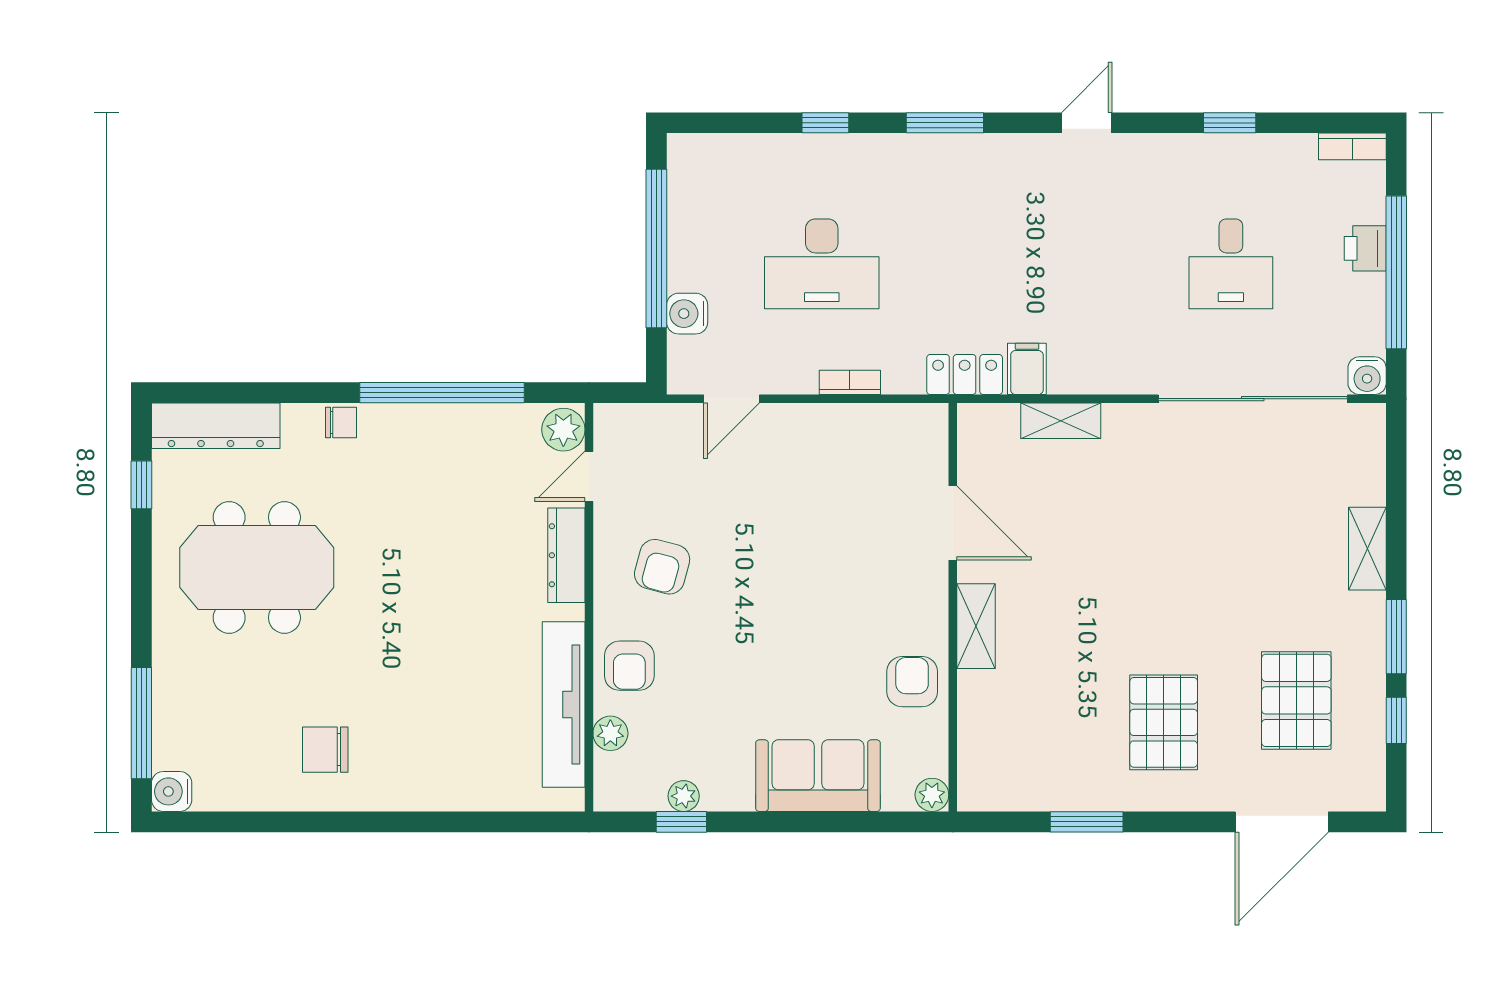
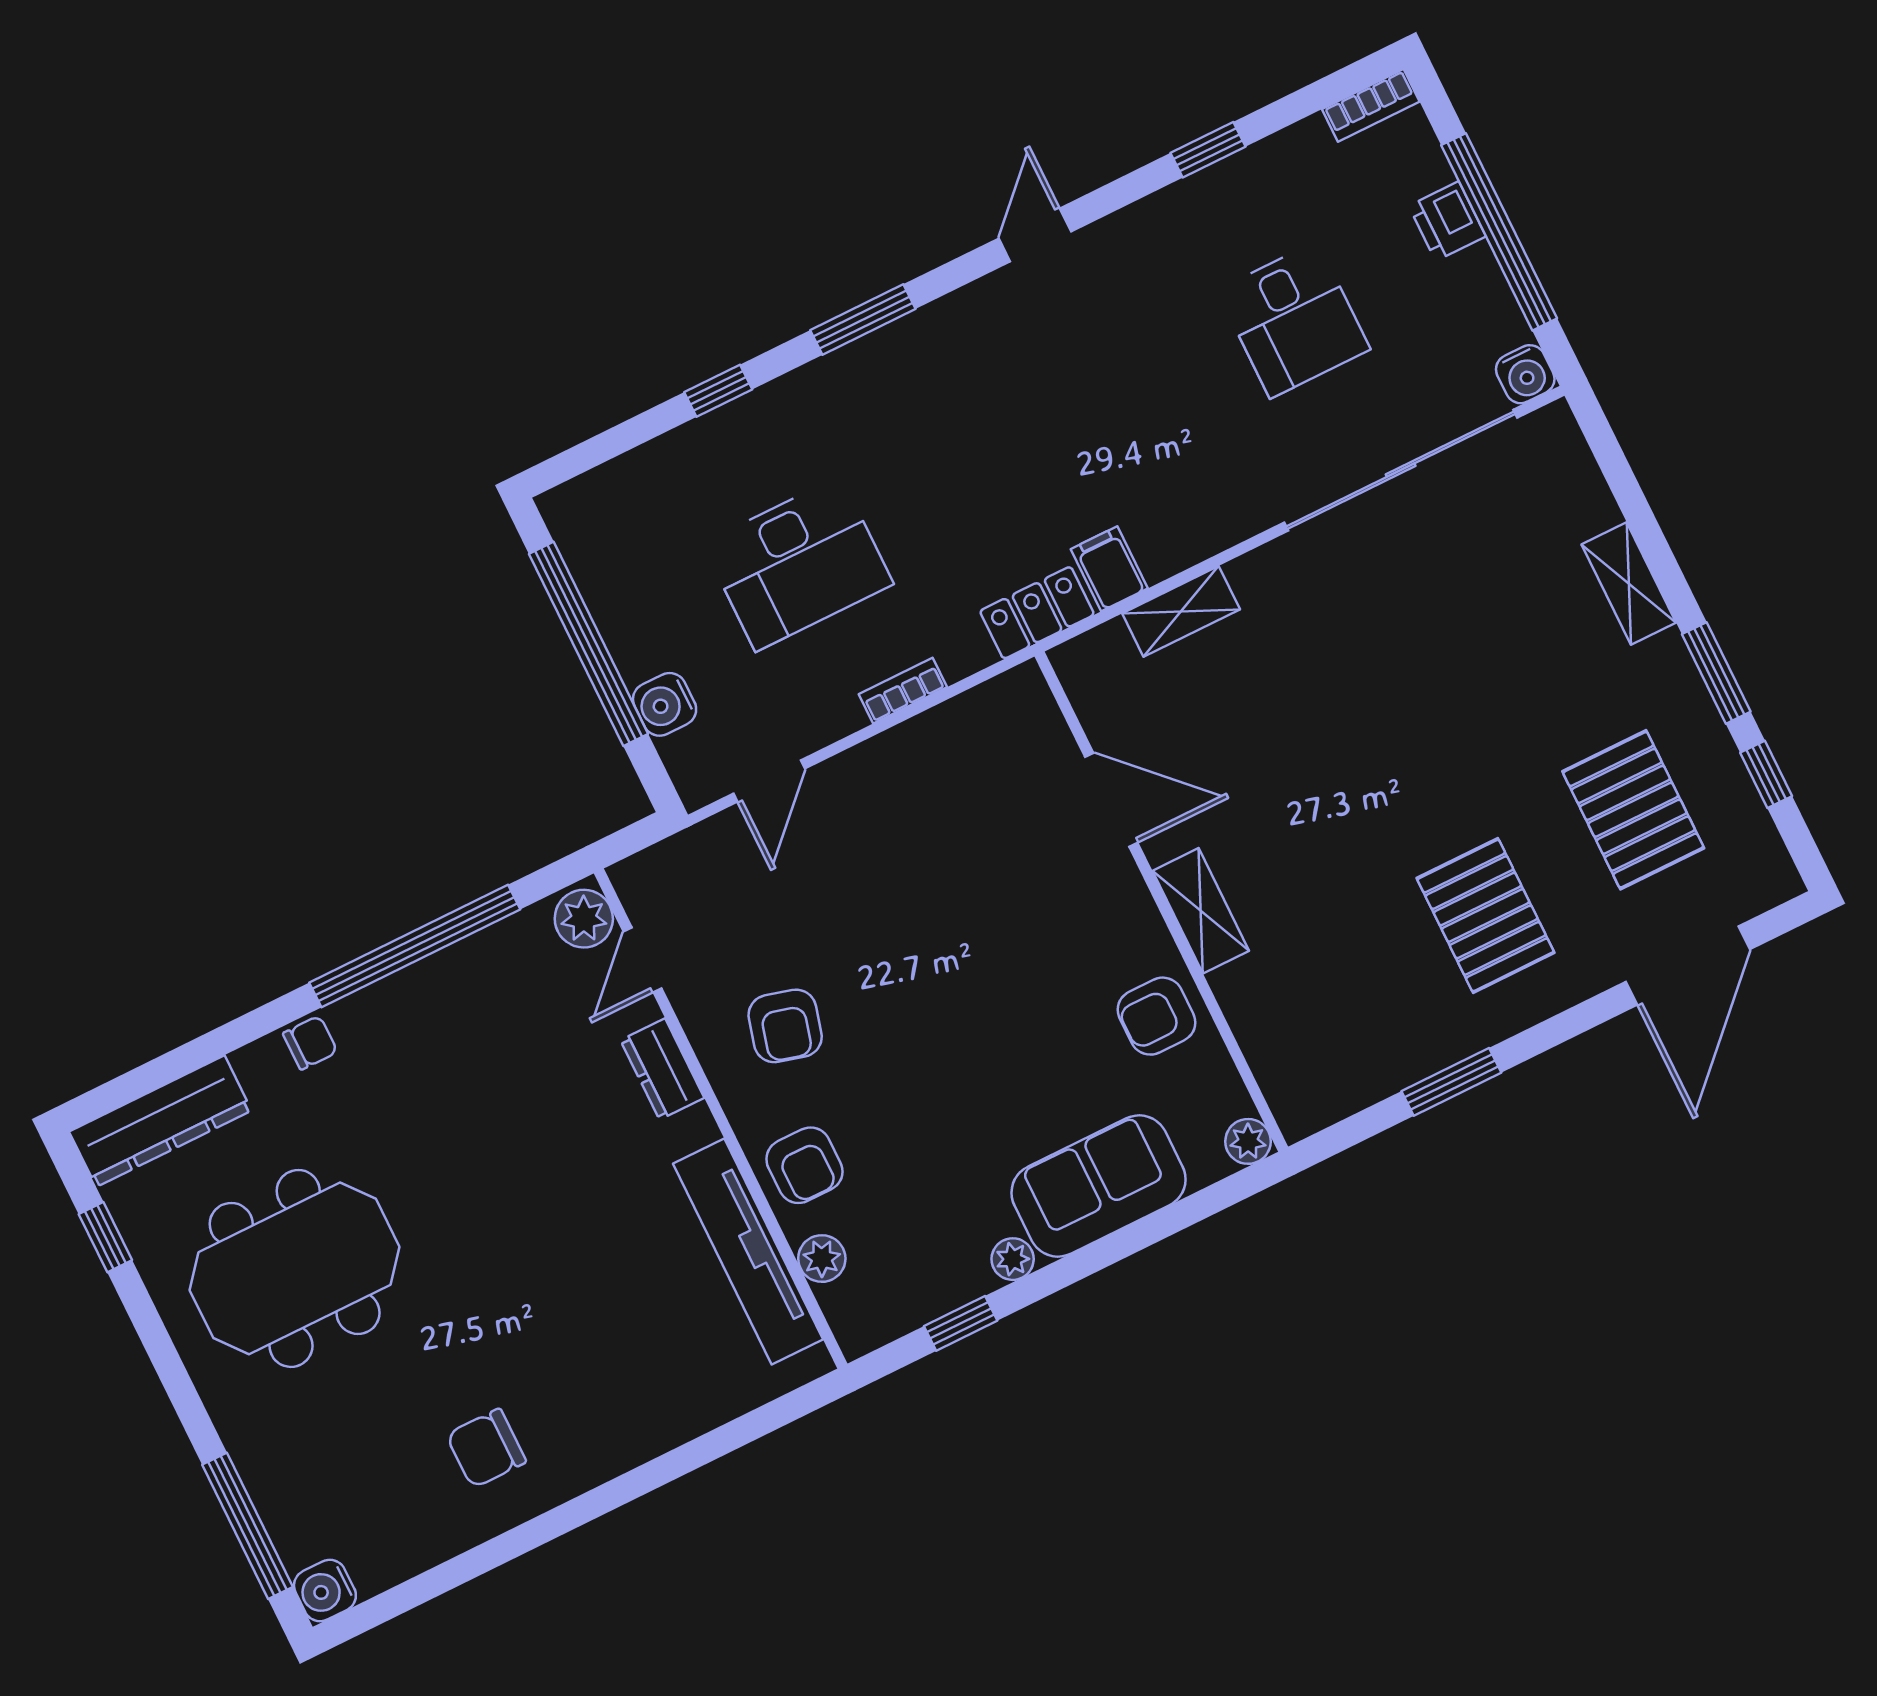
dresser: (566, 555) -> (662, 1069), width x0.70
armchair: (912, 682) -> (1157, 1016), turned -90
plant: (684, 796) -> (1013, 1259), moved

